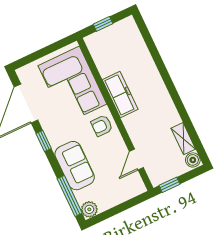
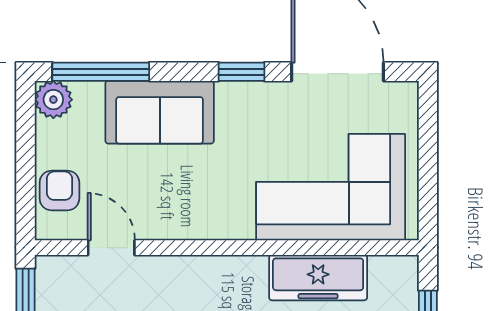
freezer: (120, 95) -> (318, 278), moved
armchair: (102, 126) -> (59, 190), moved

